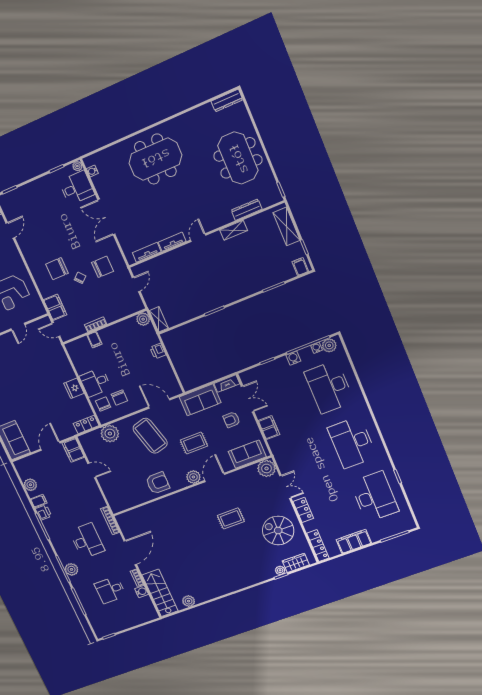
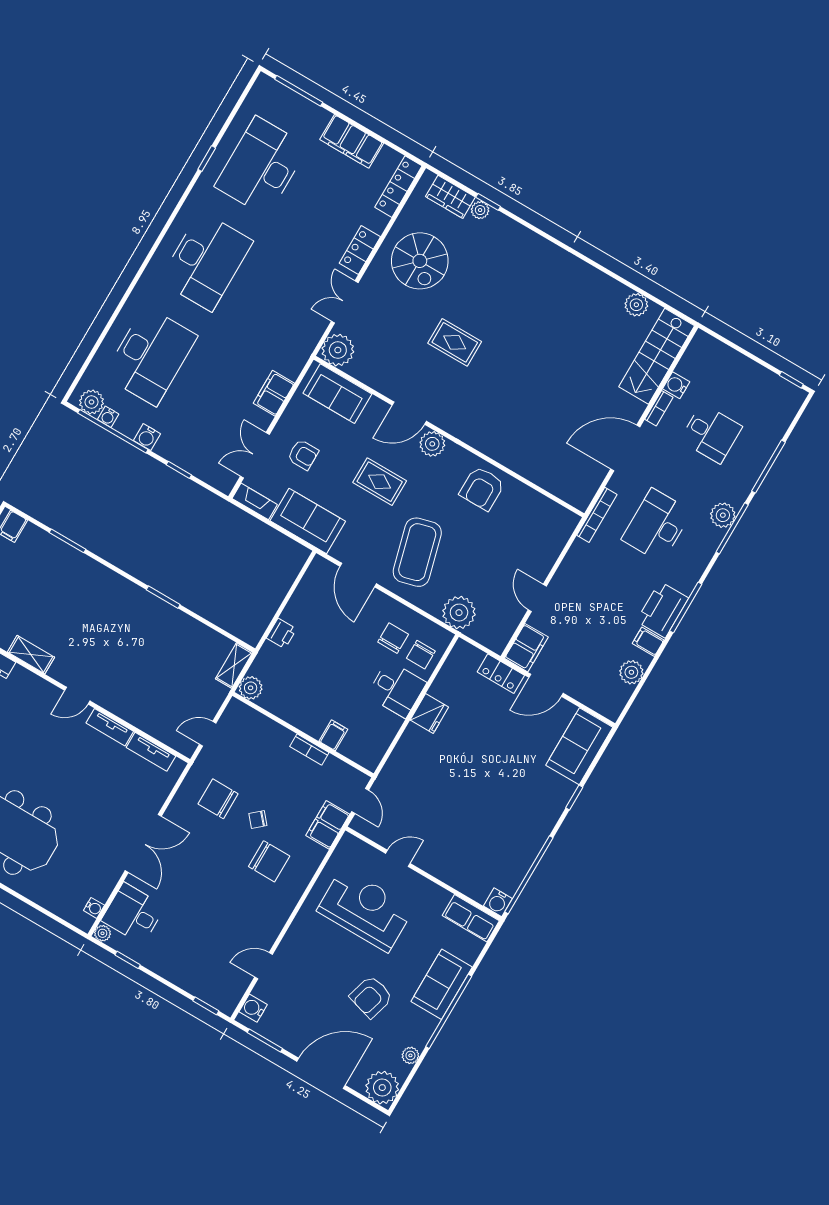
locker: (86, 425) -> (501, 674), moved
armchair: (158, 483) -> (482, 488), turned -90
printer: (43, 513) -> (662, 610), width x1.87, depth x1.48

